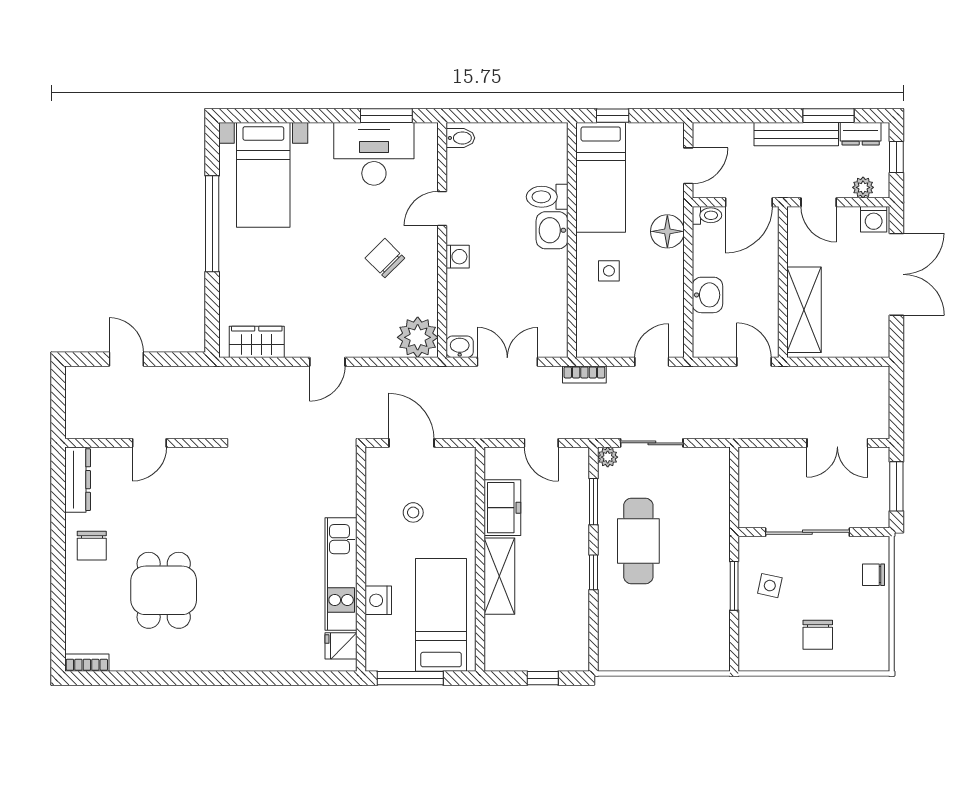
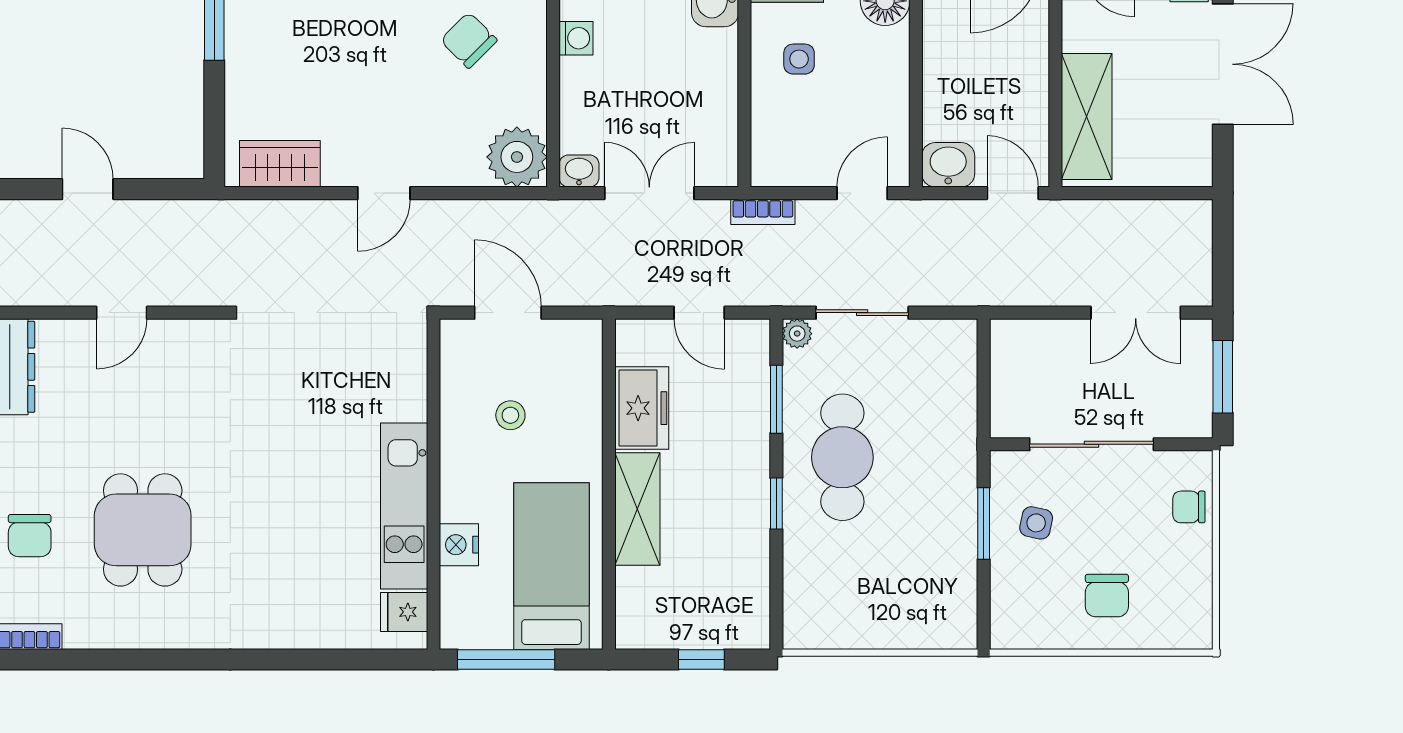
washbasin: (707, 295) -> (948, 165), moved, turned -90
chair: (92, 546) -> (30, 536), moved

